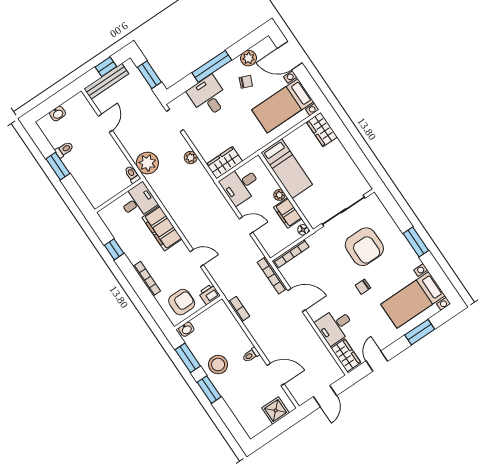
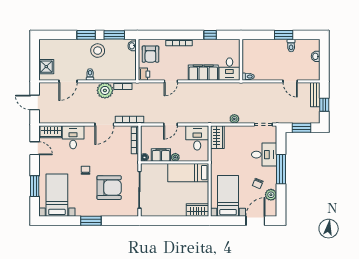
bench: (106, 81) -> (315, 95), width x0.73
plant: (147, 163) -> (105, 90), moved
armchair: (364, 247) -> (109, 188), turned 180

